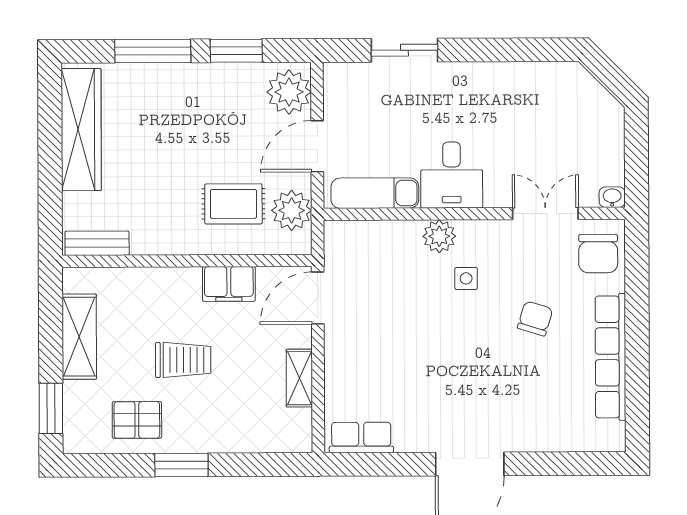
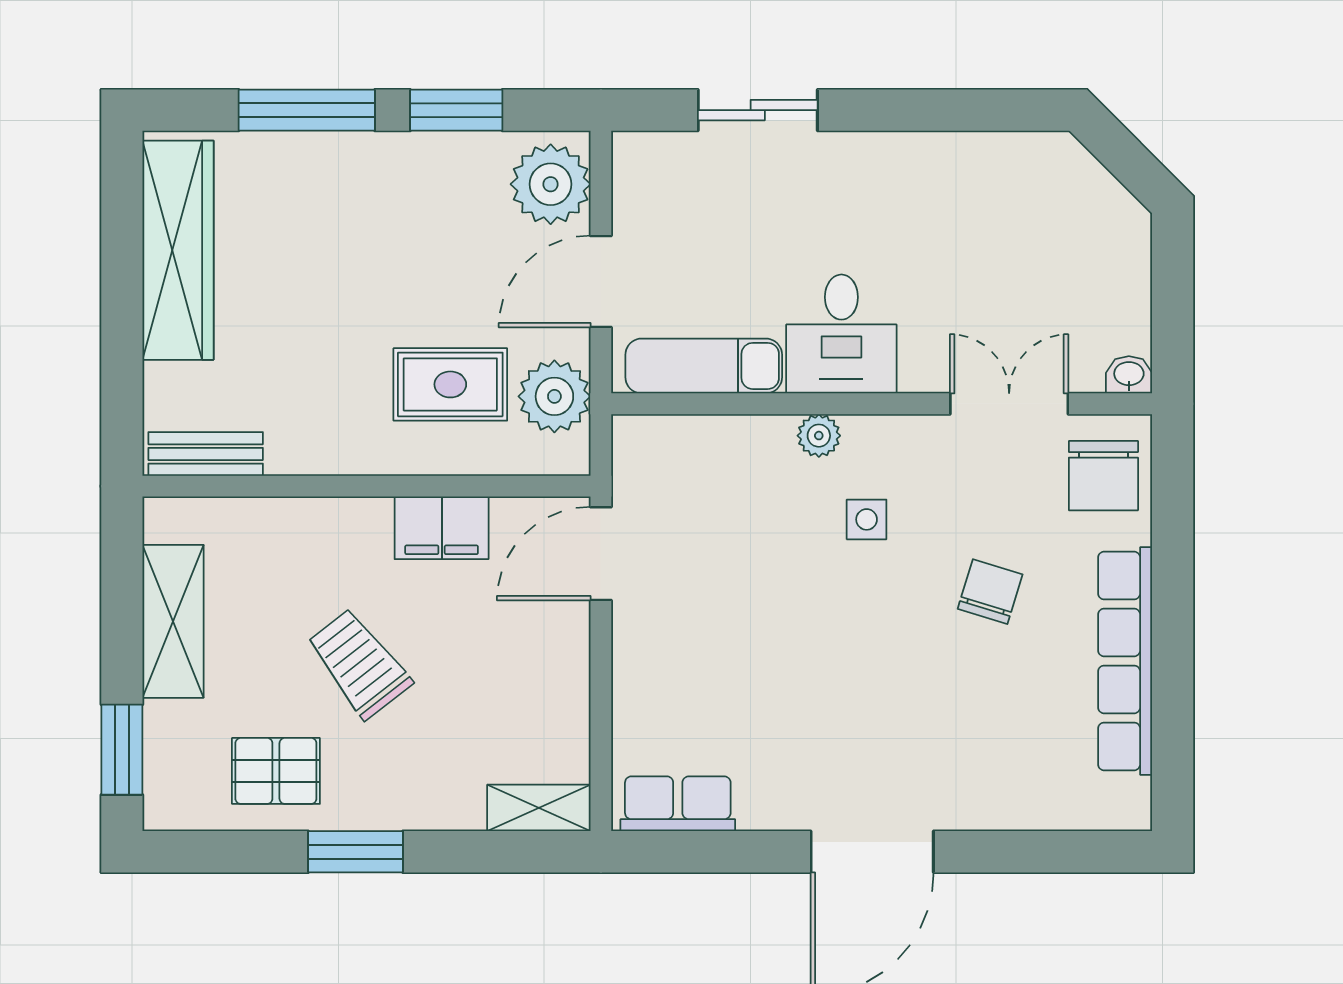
plant: (439, 236) -> (819, 436), width x0.73, depth x0.73
trolley: (183, 360) -> (359, 664), turned -128
shelving: (299, 378) -> (539, 808), moved, turned 90

